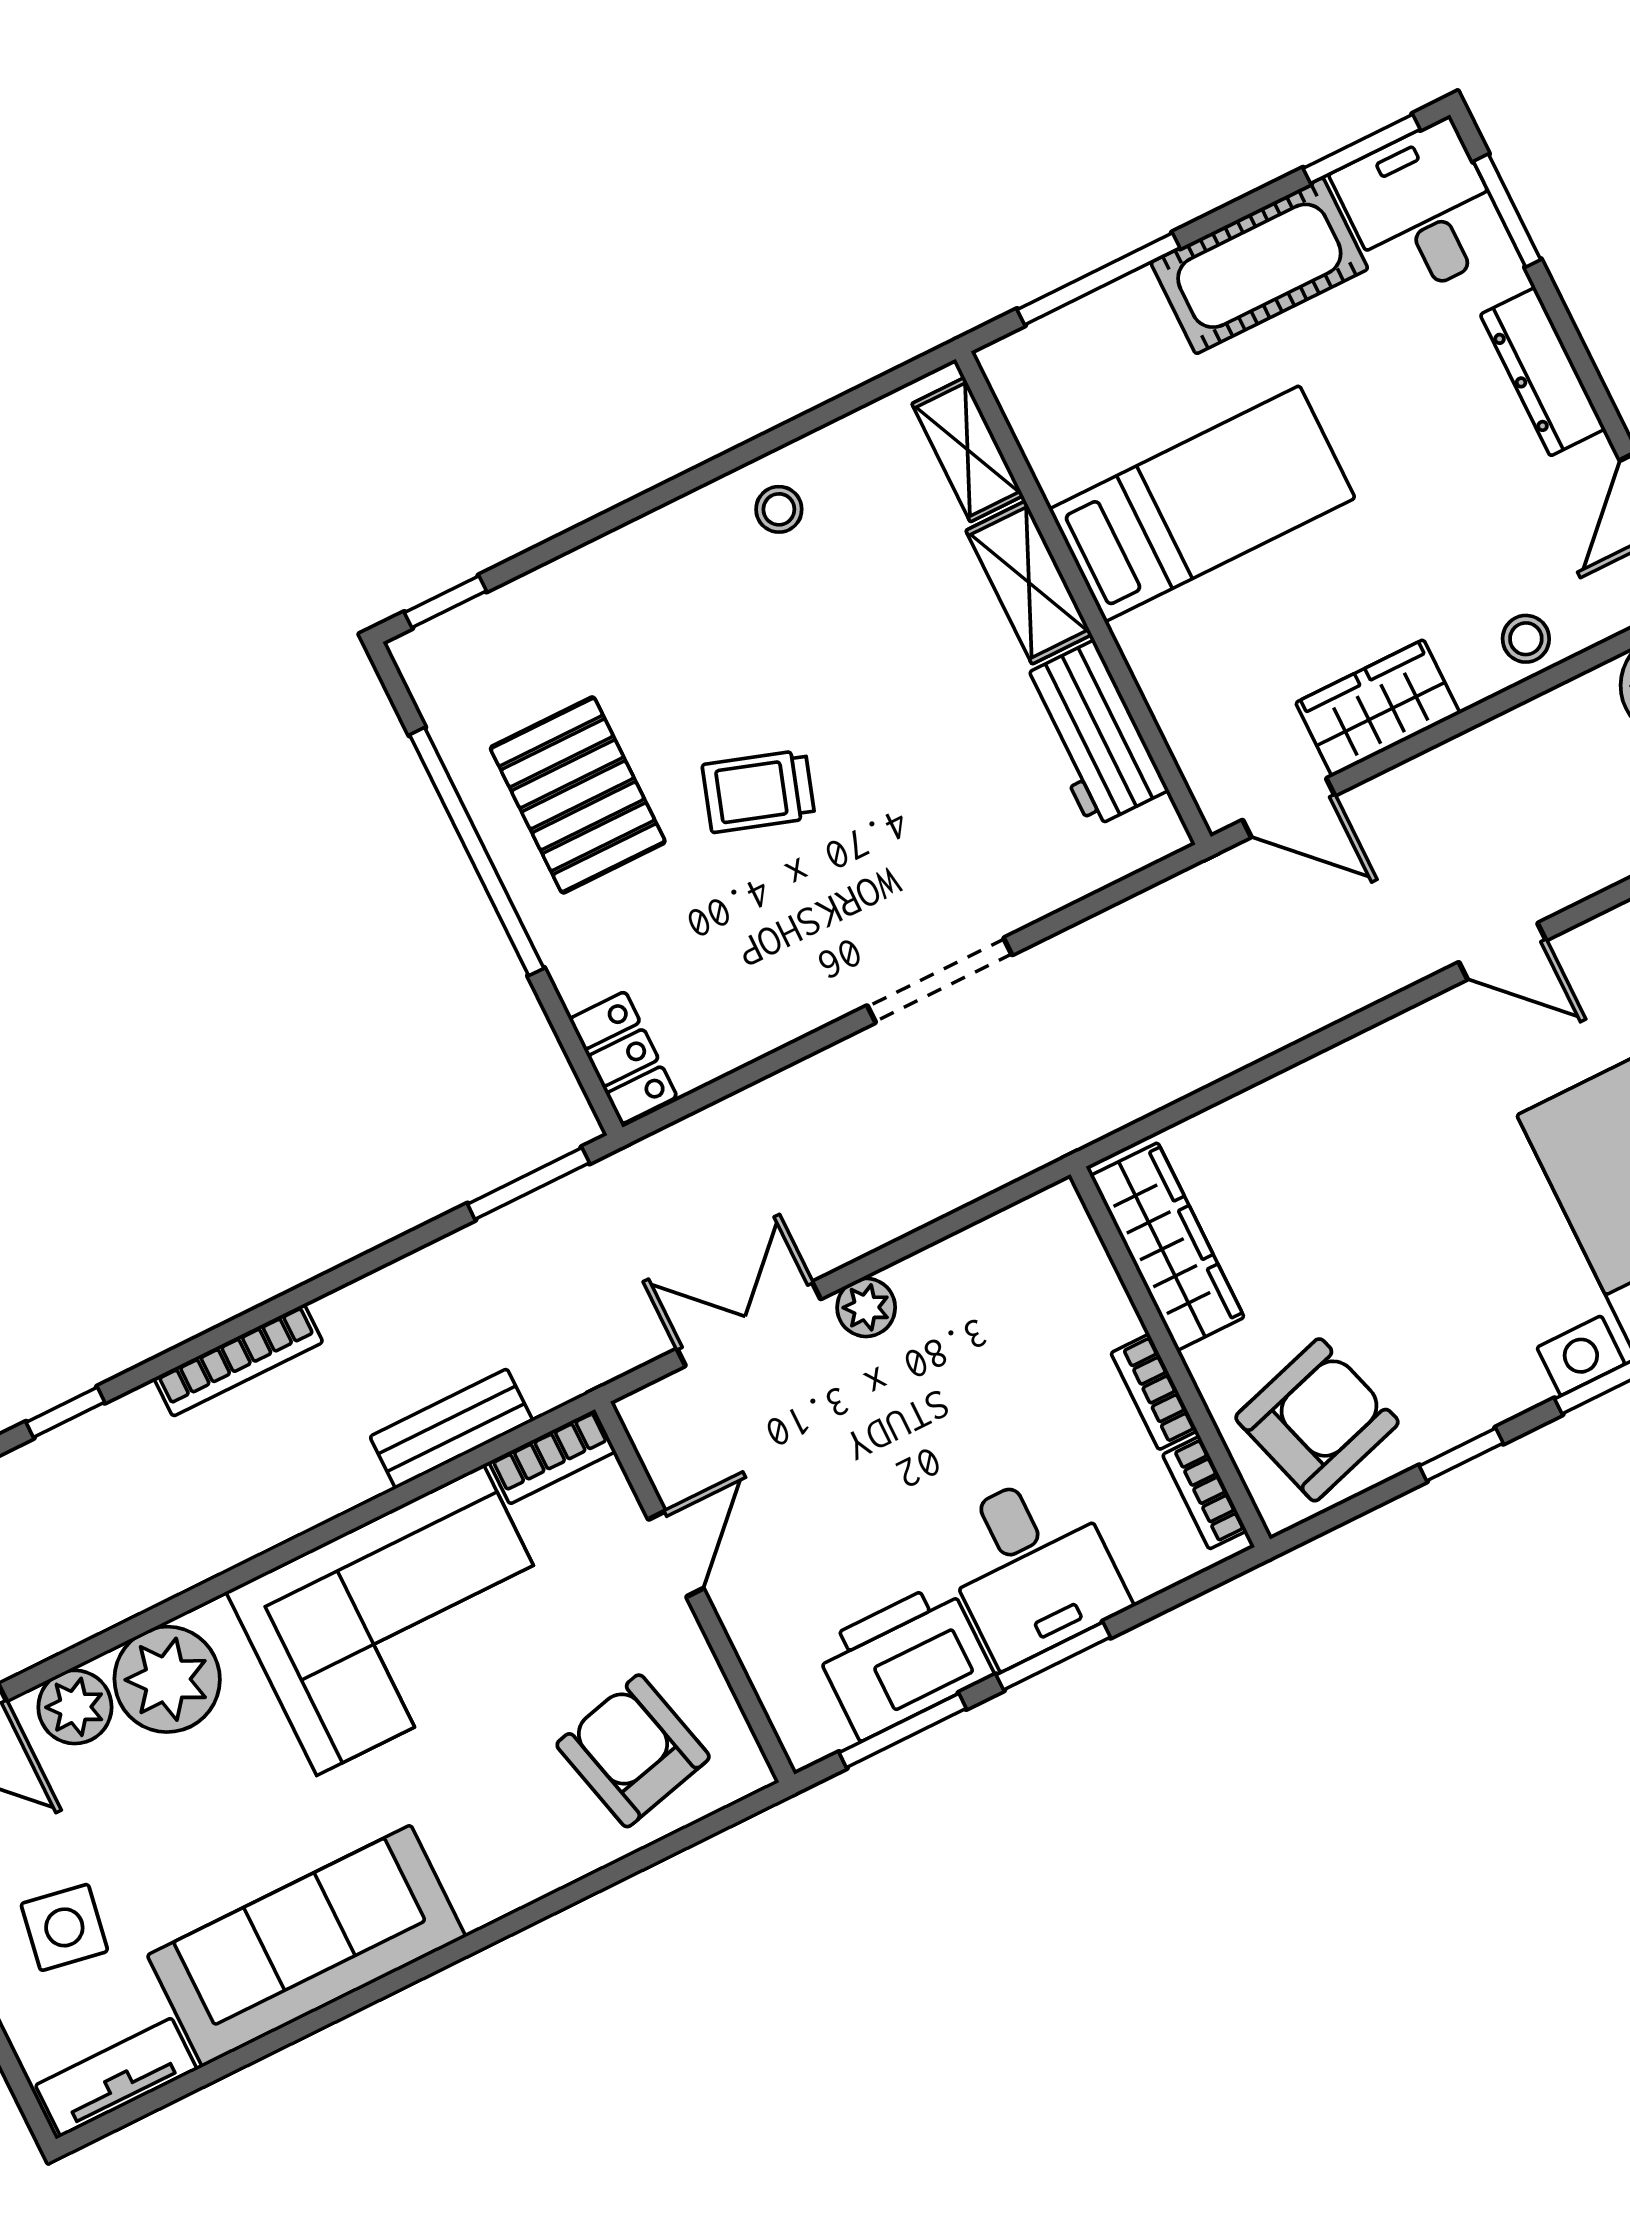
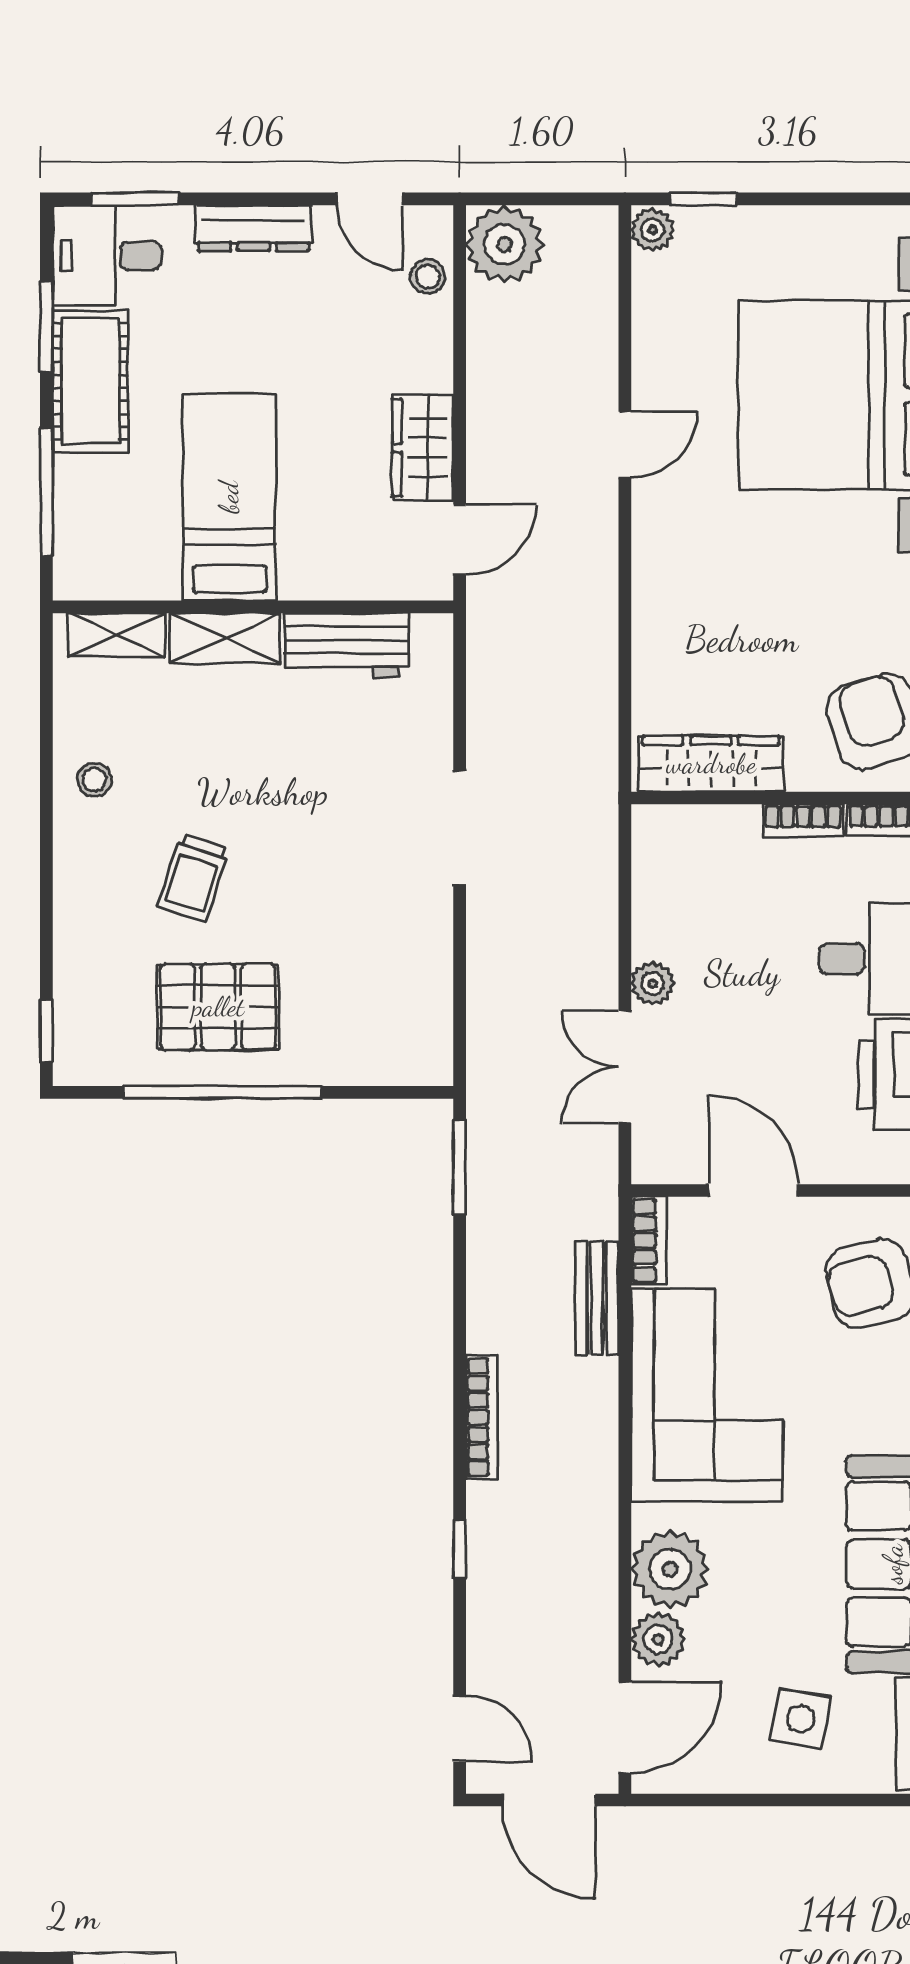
window: (1362, 149) -> (46, 326), moved
stool: (1526, 639) -> (428, 276), moved
trolley: (759, 791) -> (194, 878), moved
locker: (623, 1058) -> (407, 1063), removed
door: (676, 1554) -> (754, 1191), width x1.38

